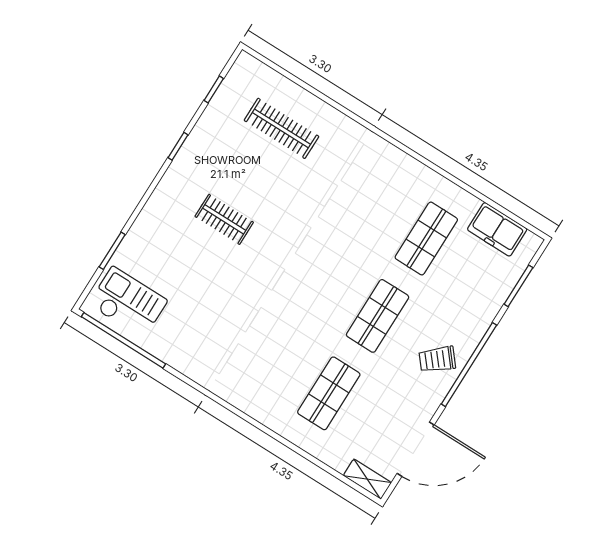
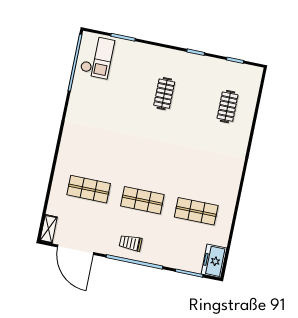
clothes rail: (281, 128) -> (228, 107), width x0.73
freezer: (497, 229) -> (214, 261), moved
trolley: (437, 359) -> (131, 243), turned -50

